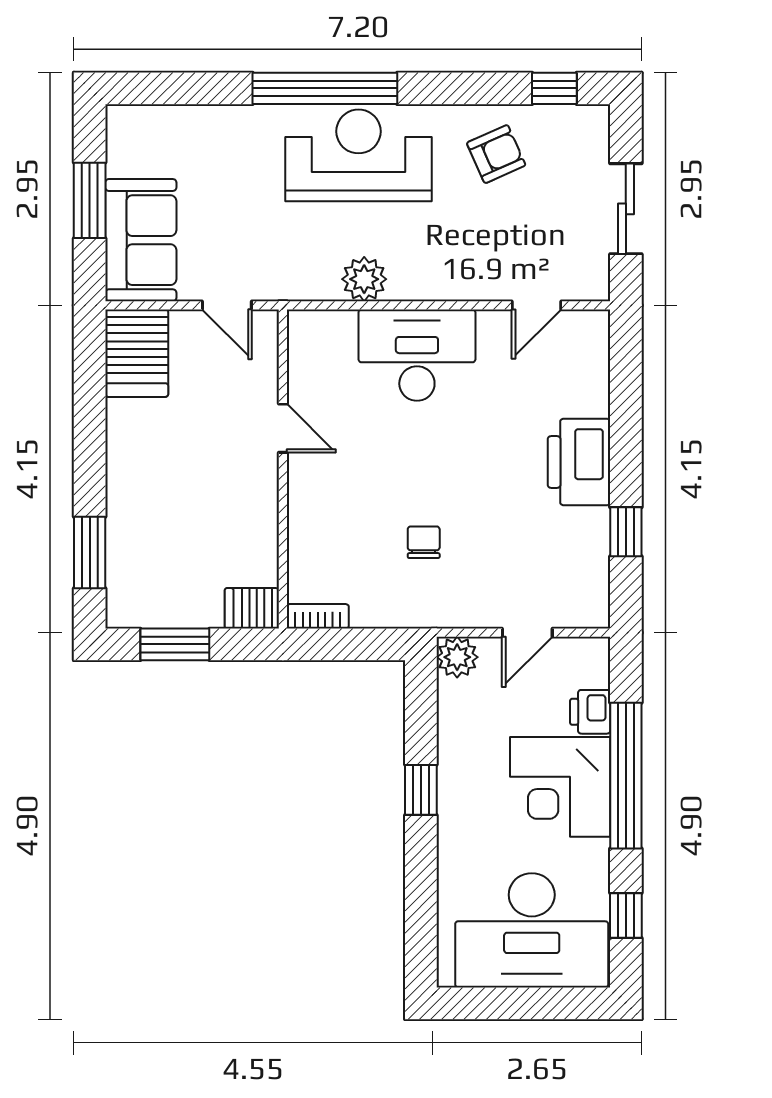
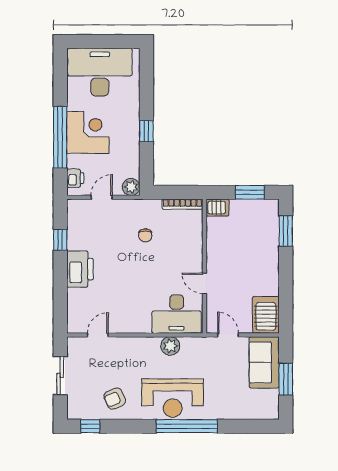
desk: (417, 355) -> (177, 314), moved
bookcase: (318, 616) -> (182, 204), width x1.56
printer: (590, 712) -> (75, 178), moved
window: (626, 915) -> (60, 78), removed

